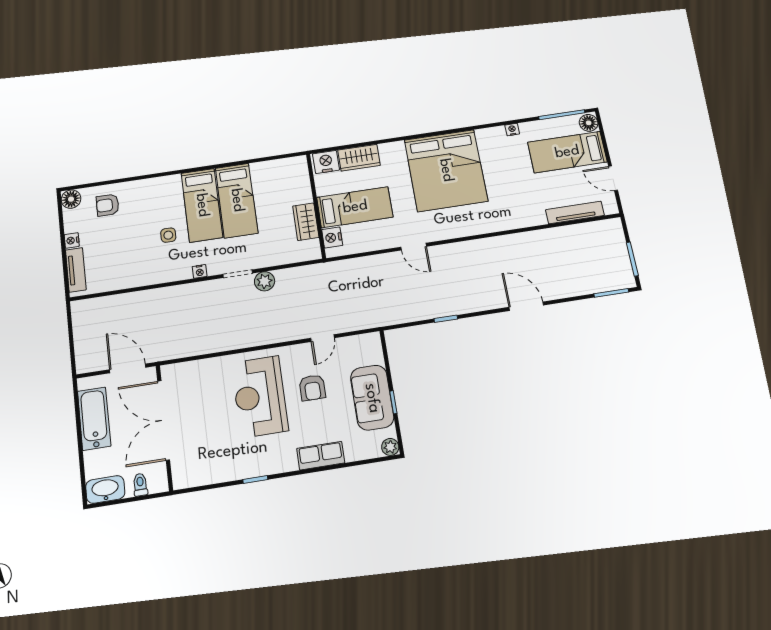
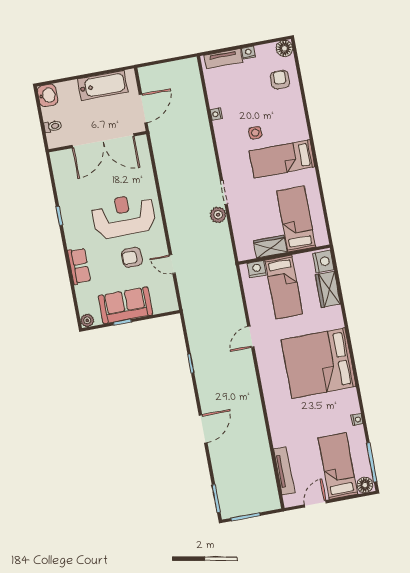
bed: (237, 200) -> (296, 219), moved, turned 90
nightstand: (200, 271) -> (216, 114), moved
double door: (164, 420) -> (103, 141), swing flipped
washbasin: (105, 489) -> (48, 95), width x0.72

